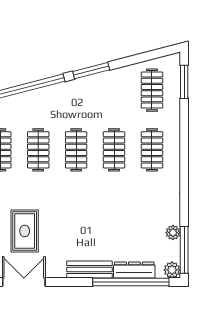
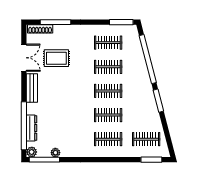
bench: (89, 269) -> (32, 88), moved

